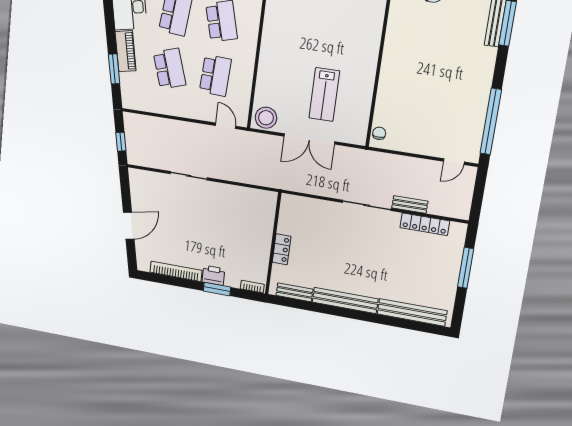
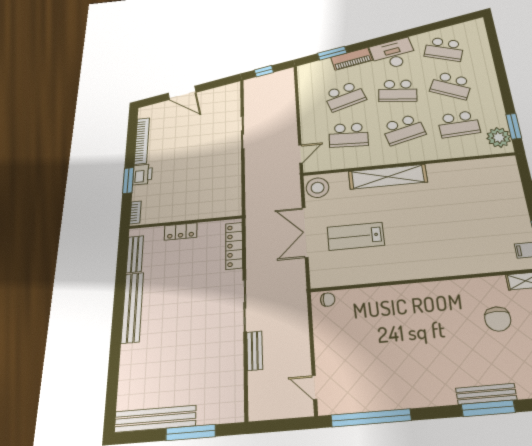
shelving: (270, 50) -> (388, 177), added
locker: (425, 224) -> (234, 246), moved
bench: (412, 312) -> (155, 419), moved, turned 90

